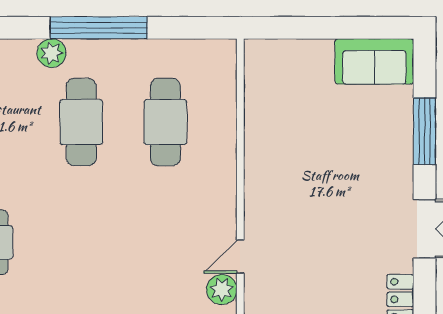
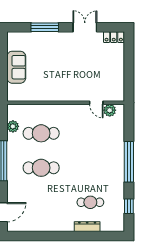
plant: (51, 53) -> (13, 126), moved
sofa: (374, 61) -> (16, 67), moved

